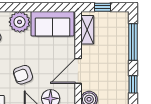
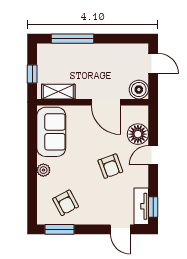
plant: (20, 22) -> (43, 170), width x0.53, depth x0.53
window: (133, 84) -> (121, 39), removed

